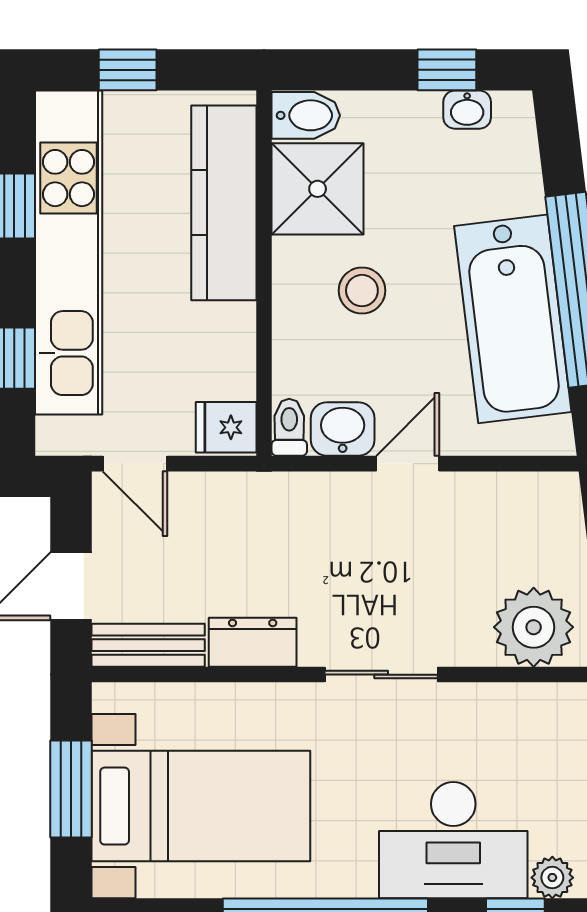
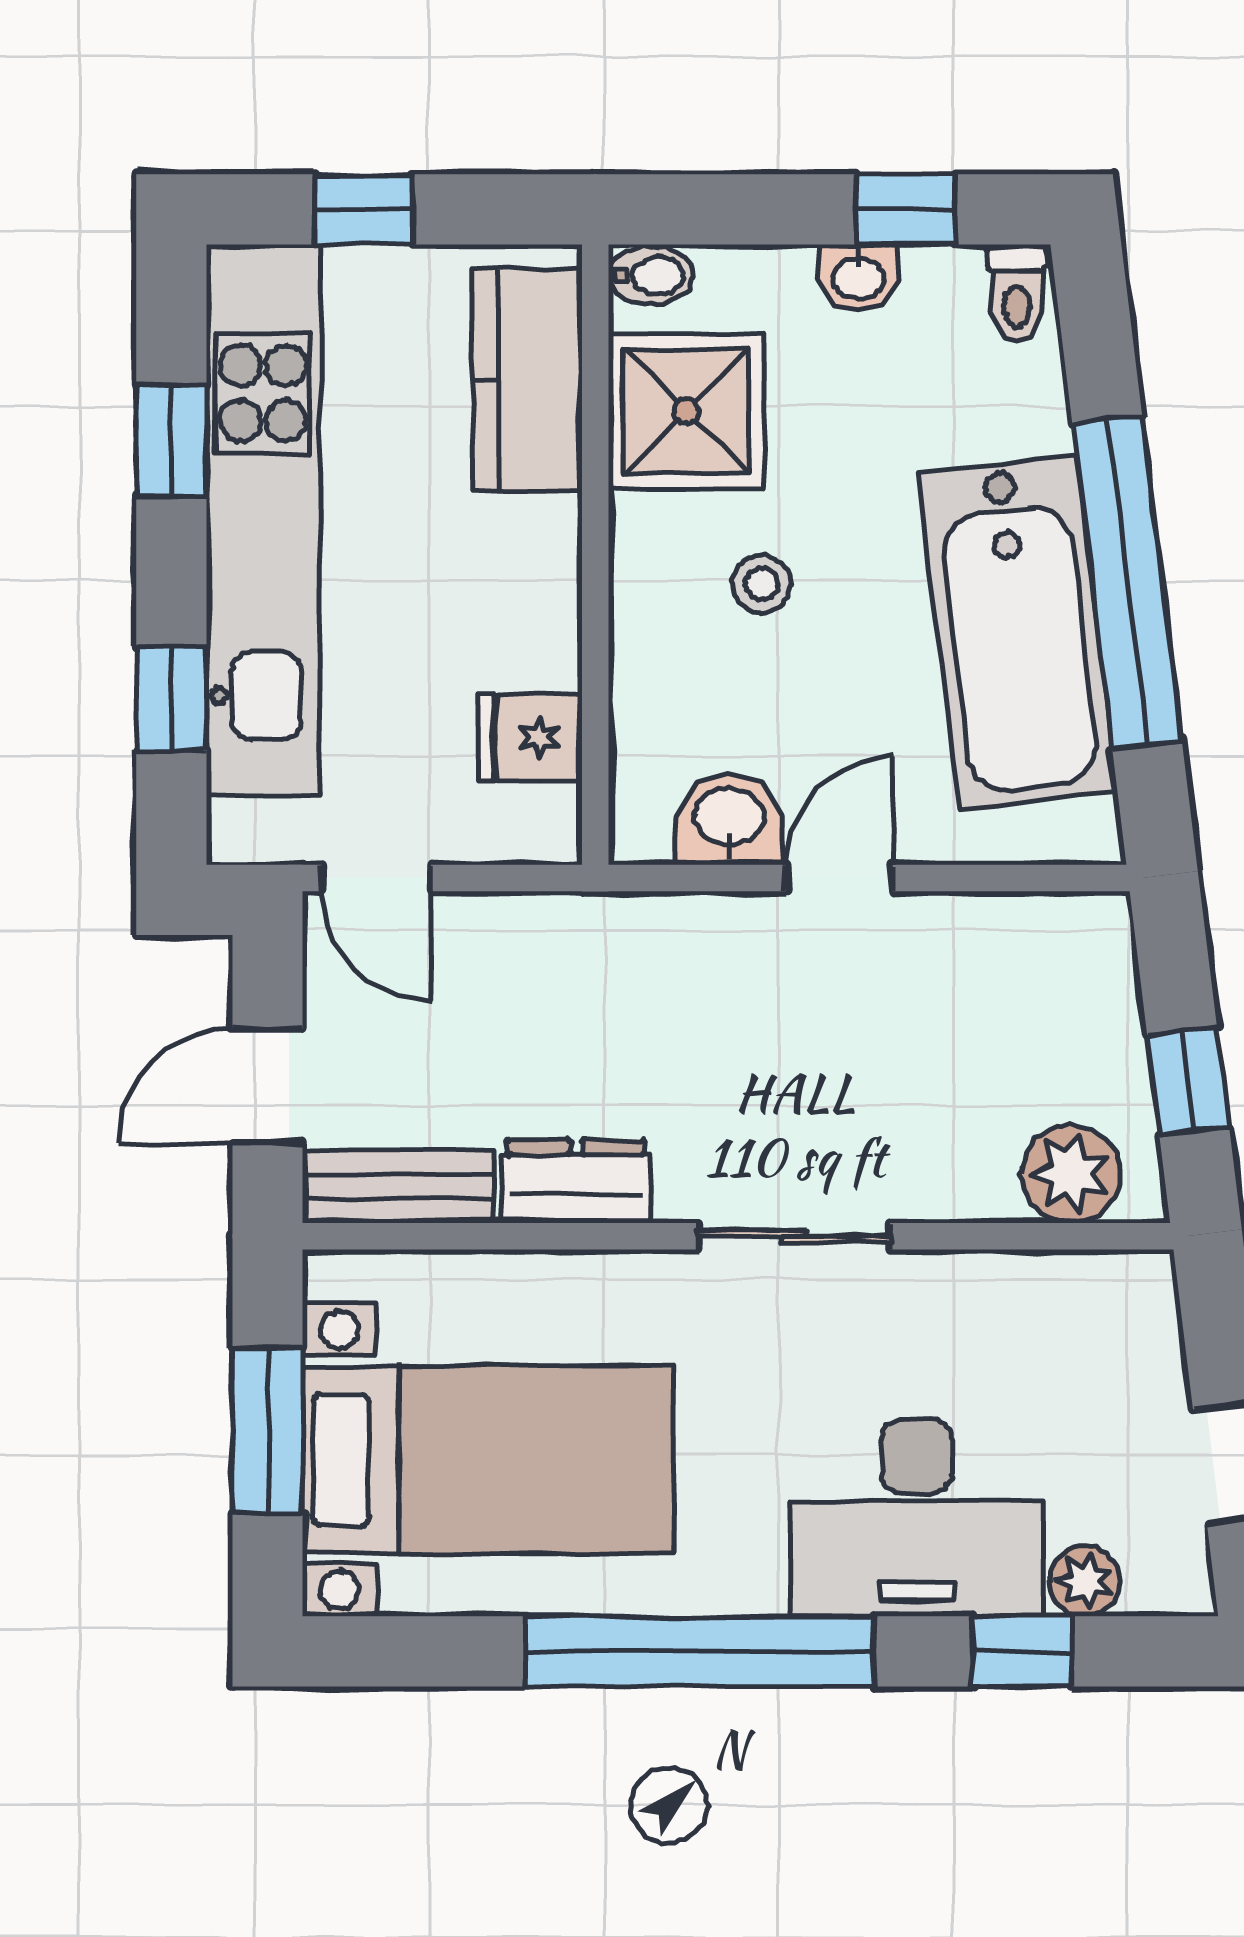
washbasin: (467, 110) -> (859, 277), moved
bidet: (306, 115) -> (651, 275), width x0.72, depth x0.74
kitchen counter: (224, 203) -> (527, 380), width x0.67
stool: (362, 291) -> (762, 584), width x0.73, depth x0.73
fridge: (226, 427) -> (531, 738), moved
toilet: (289, 427) -> (1017, 293), moved, turned 180
plant: (534, 627) -> (1071, 1174), width x0.73, depth x0.73

